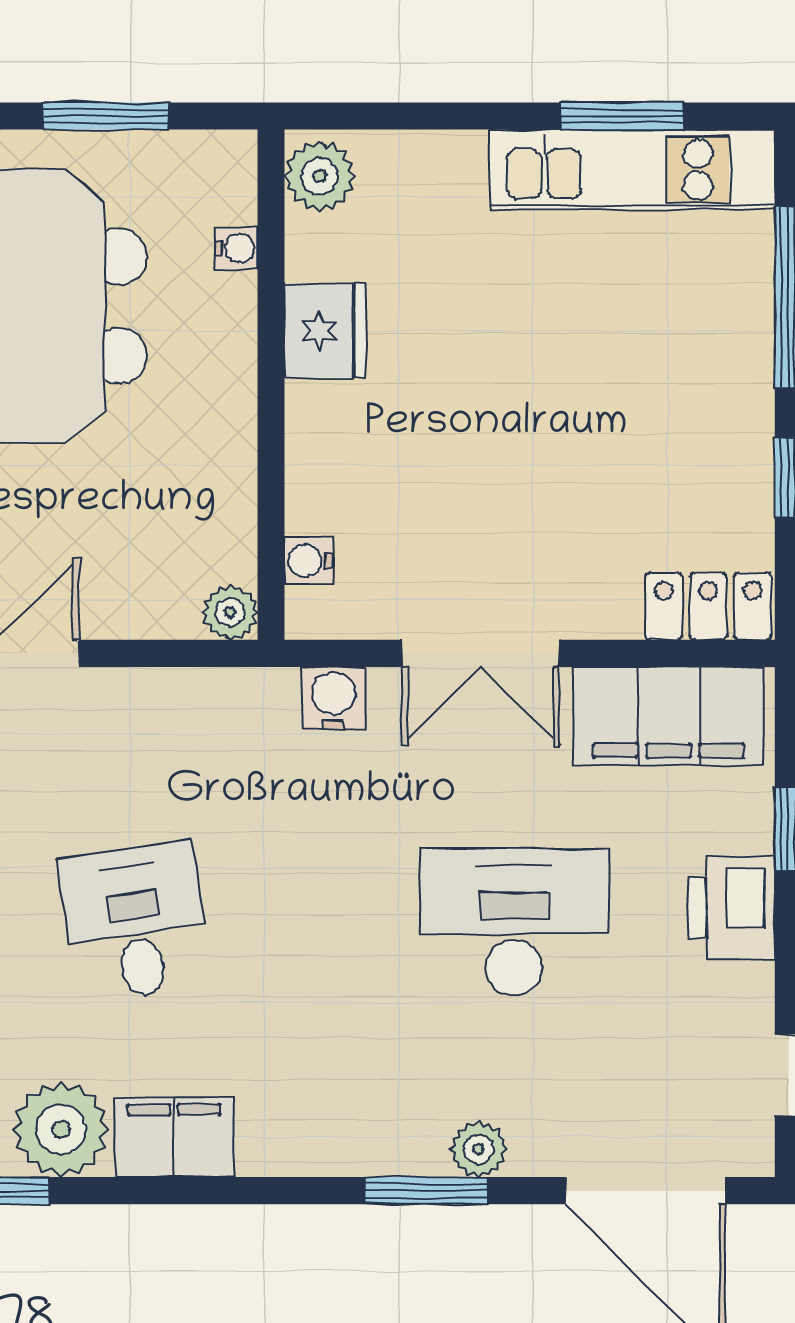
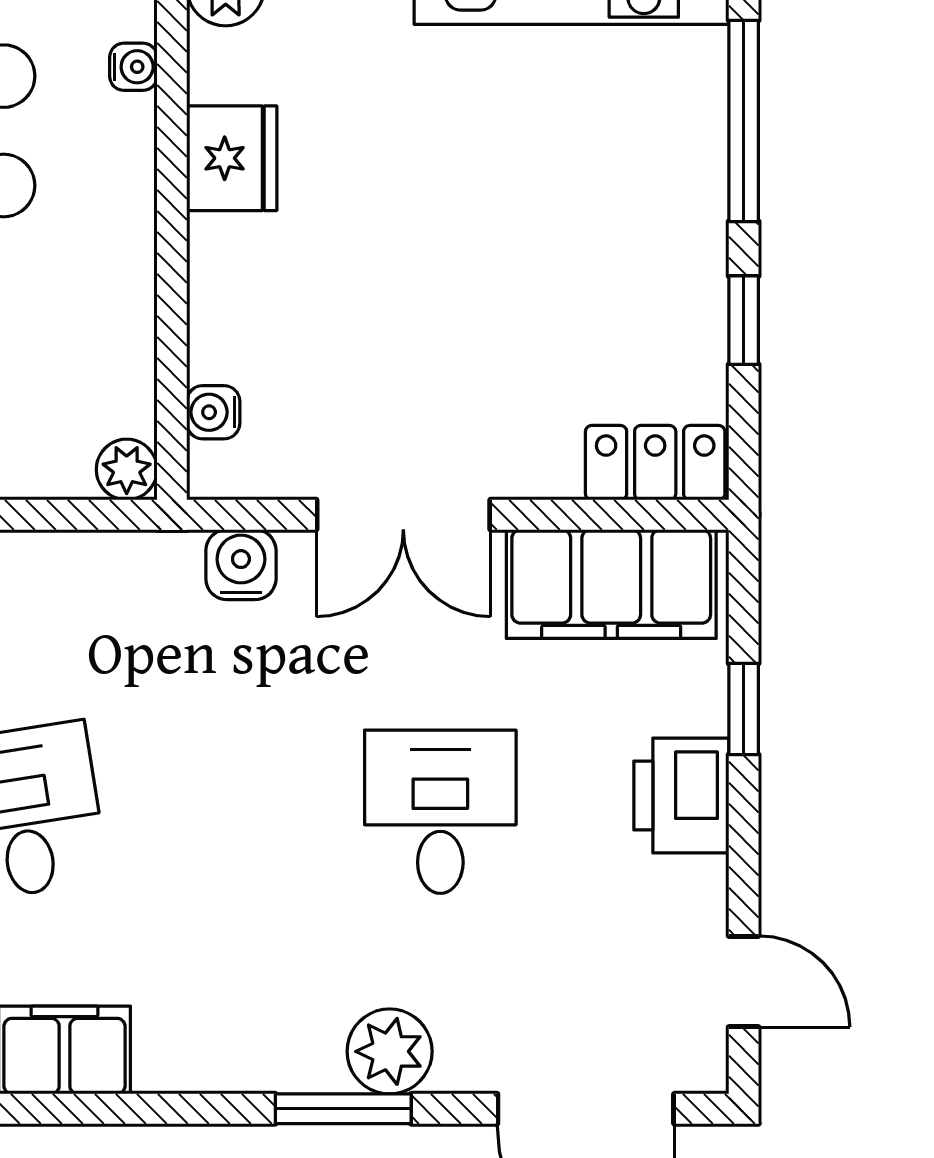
desk: (514, 922) -> (440, 812), width x0.73
plant: (478, 1149) -> (390, 1051), width x1.38, depth x1.38

